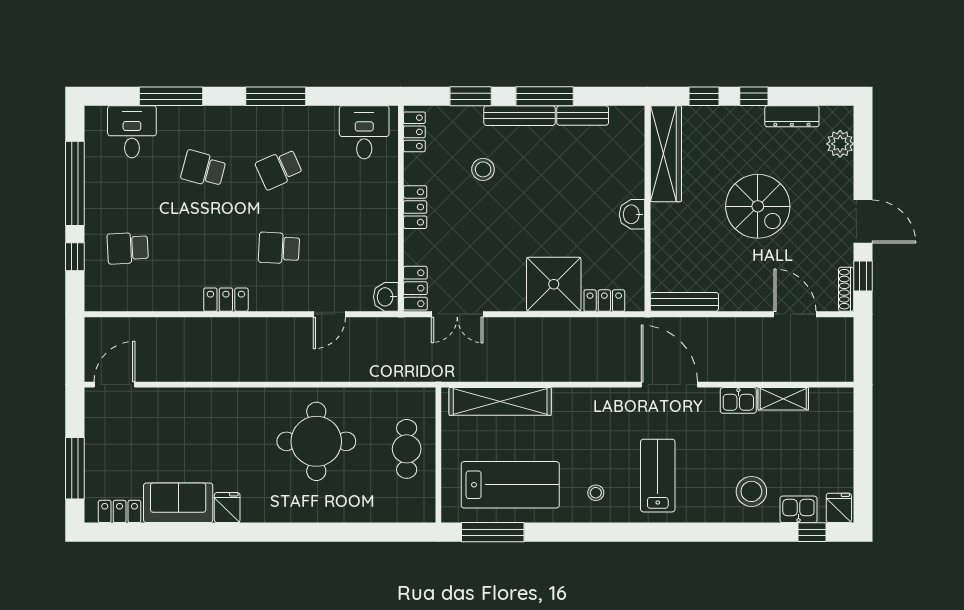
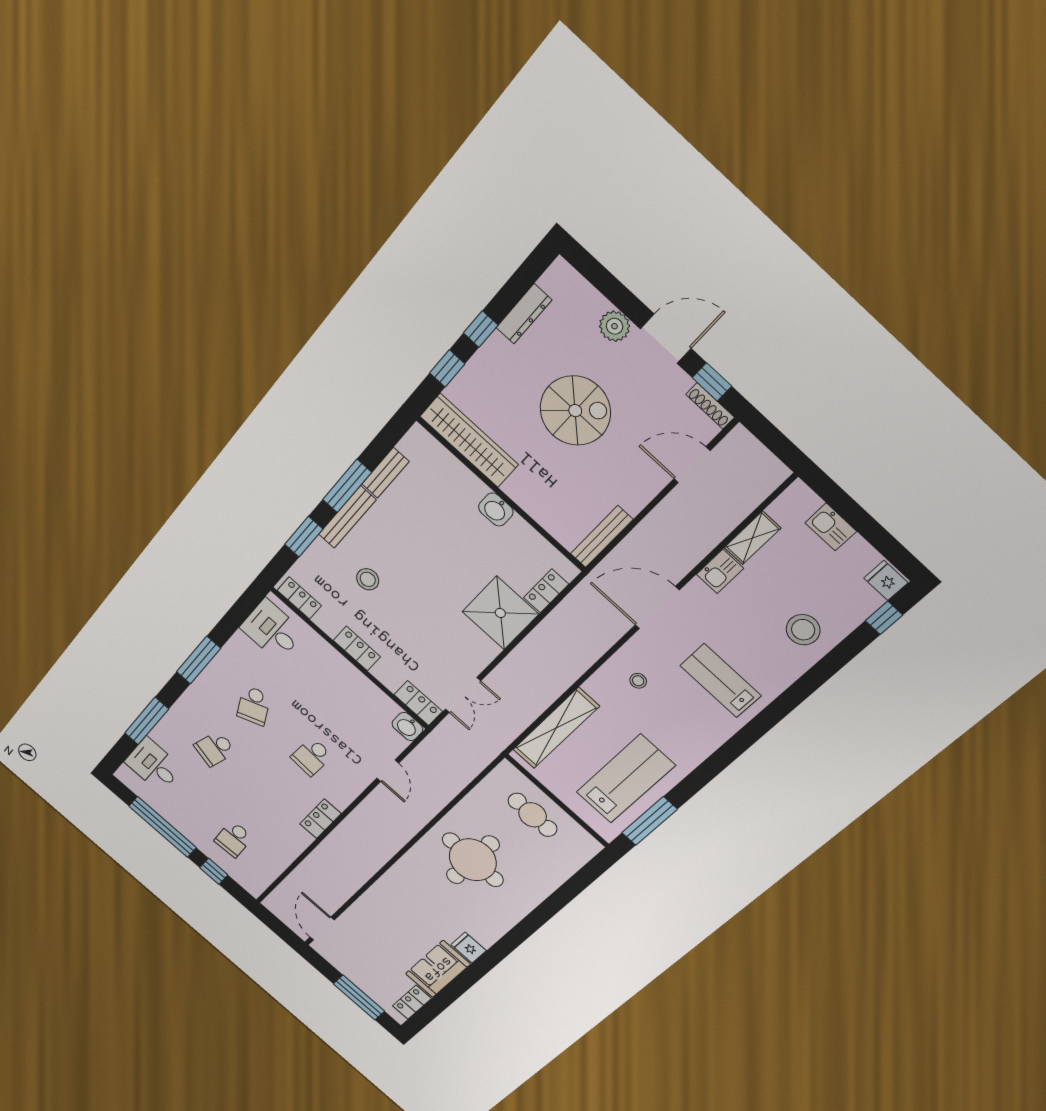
plant: (840, 144) -> (615, 326), moved
stool: (596, 493) -> (638, 681), moved
kitchen sink: (798, 509) -> (831, 527), moved, turned -90

